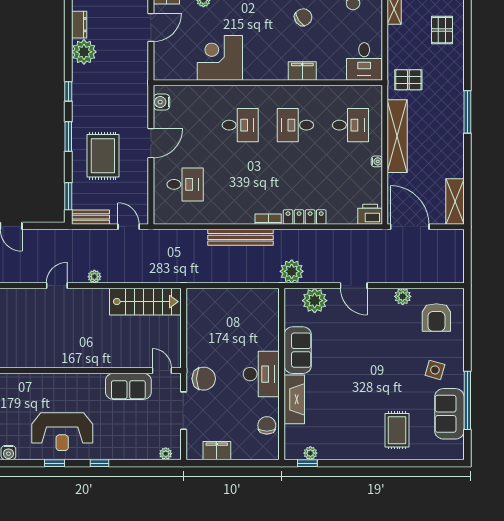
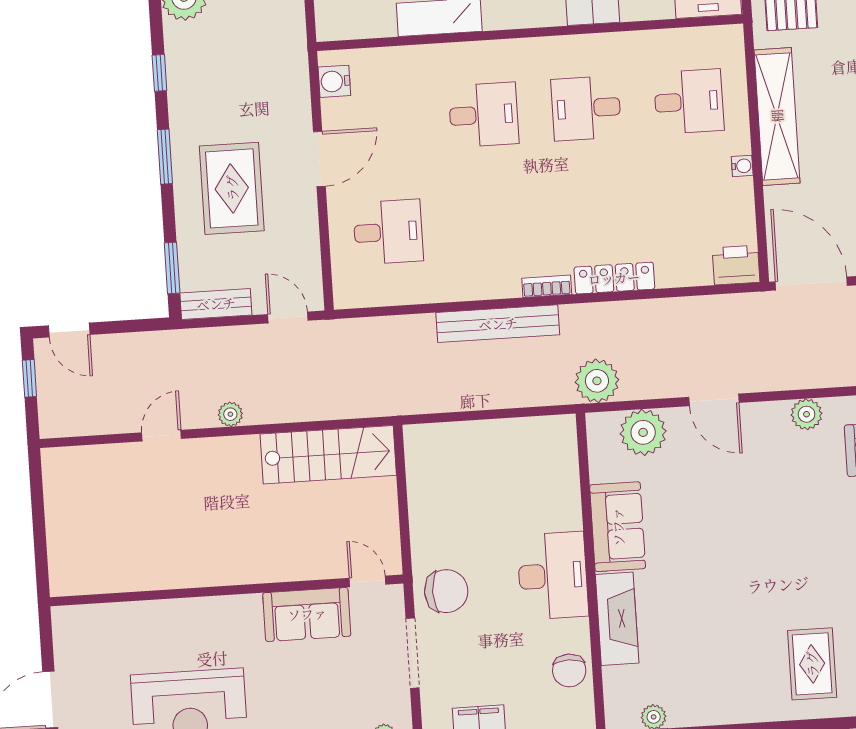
chair: (267, 425) -> (569, 670), turned 180

